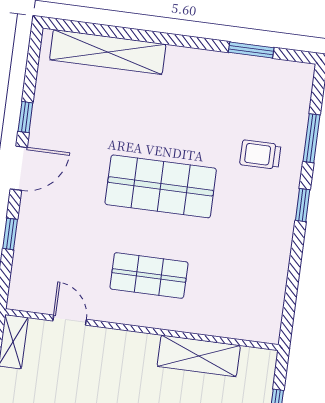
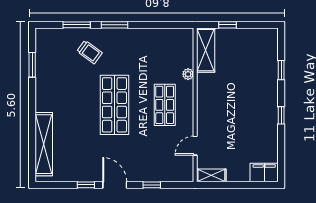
trolley: (260, 155) -> (89, 52), turned -54
window: (303, 205) -> (114, 25), width x1.50
plant: (198, 324) -> (188, 74), added
shelving: (199, 356) -> (206, 50), moved

